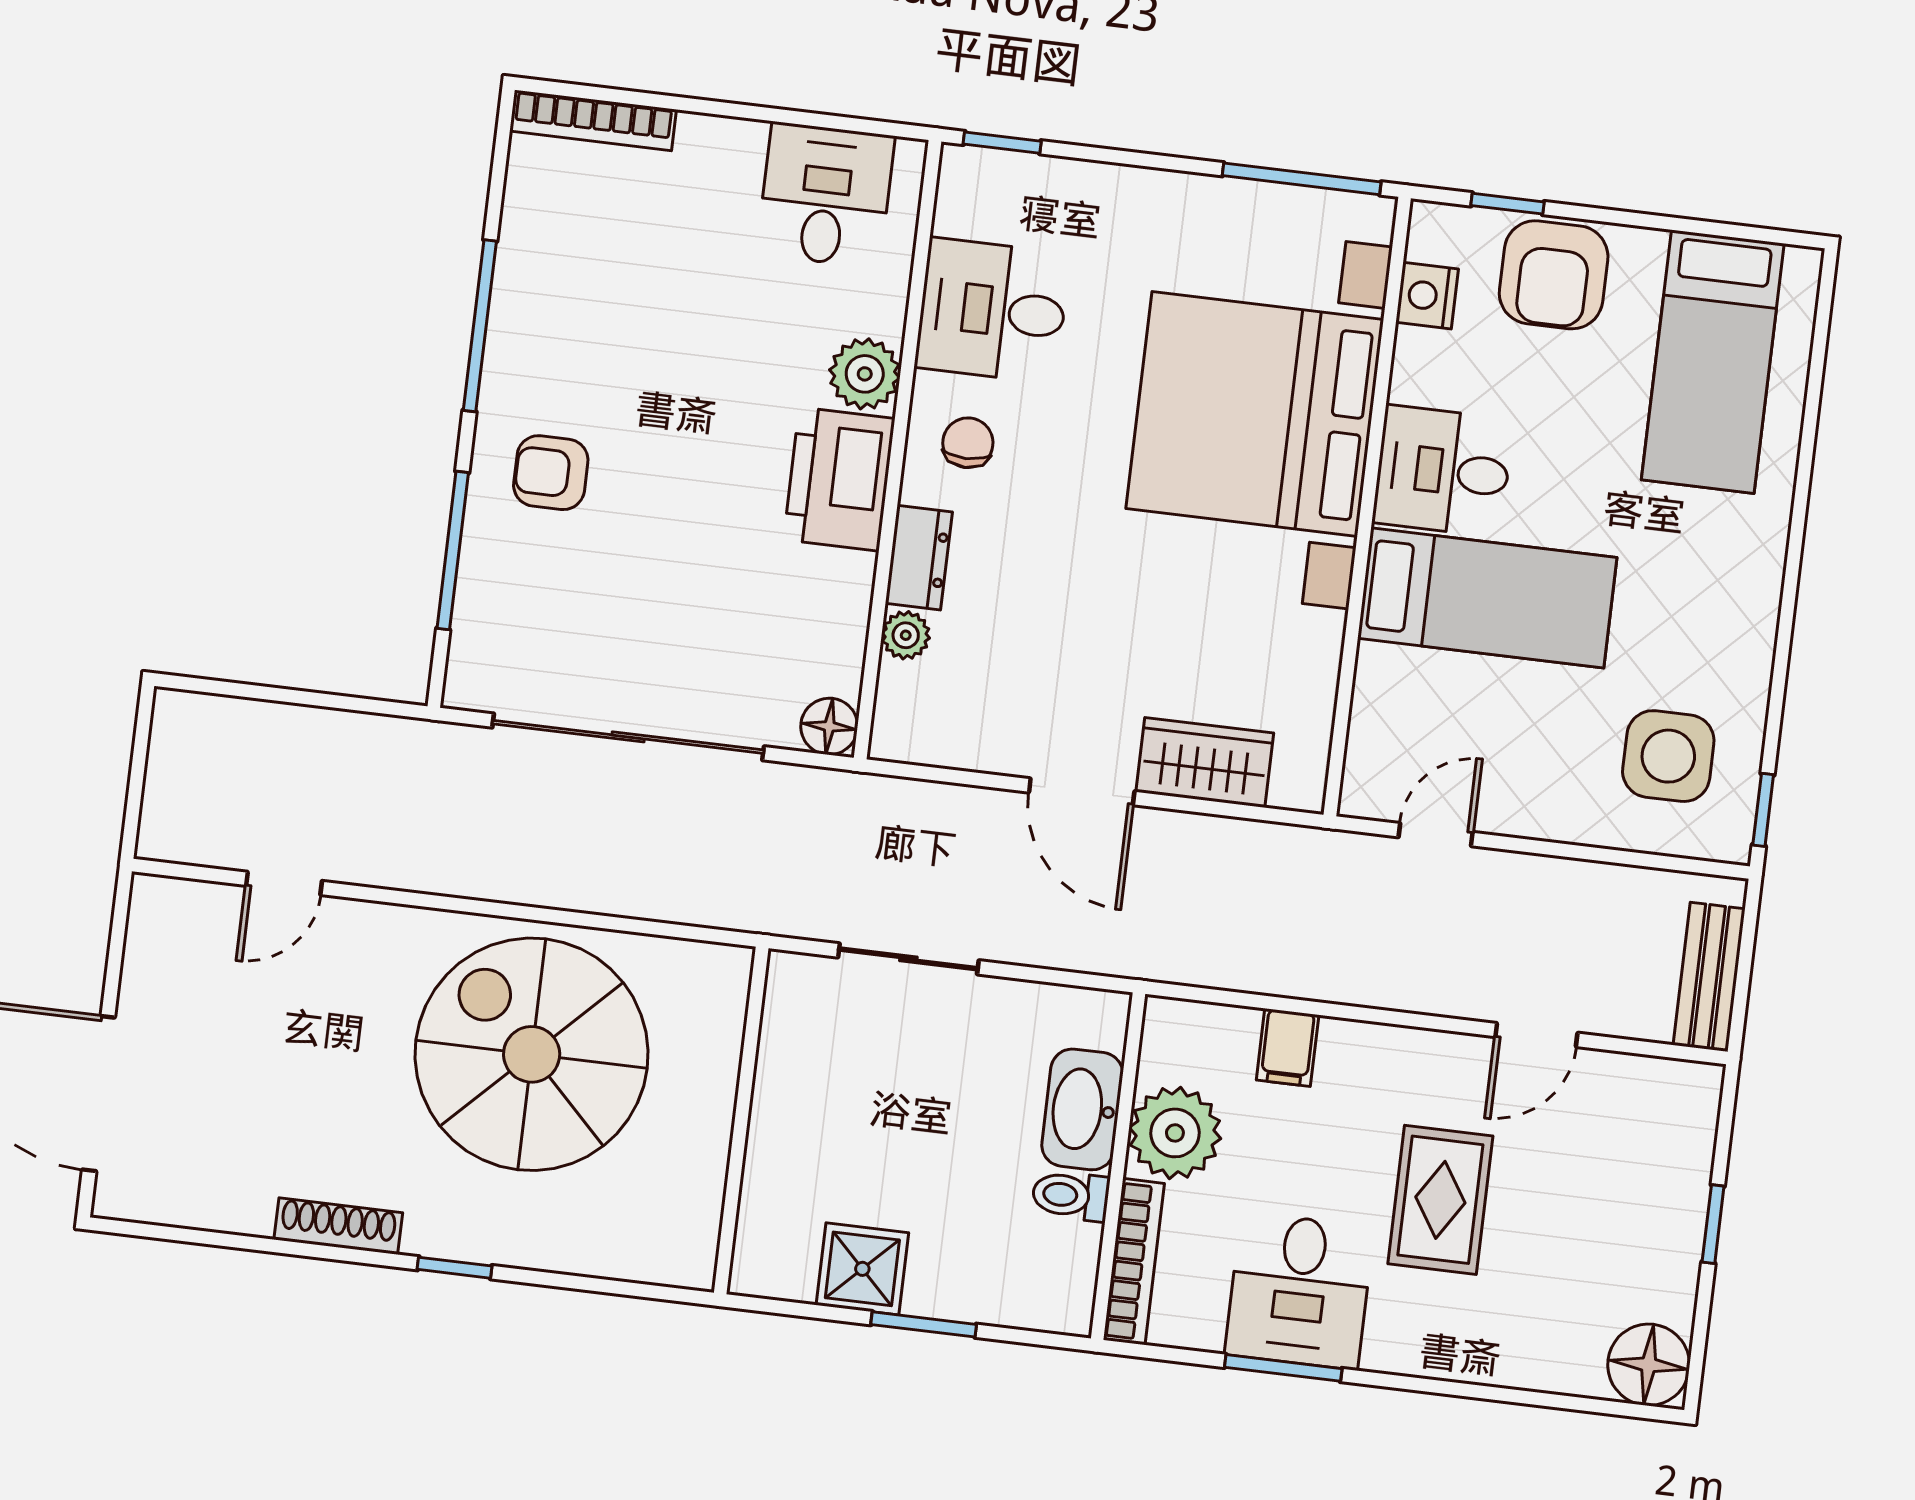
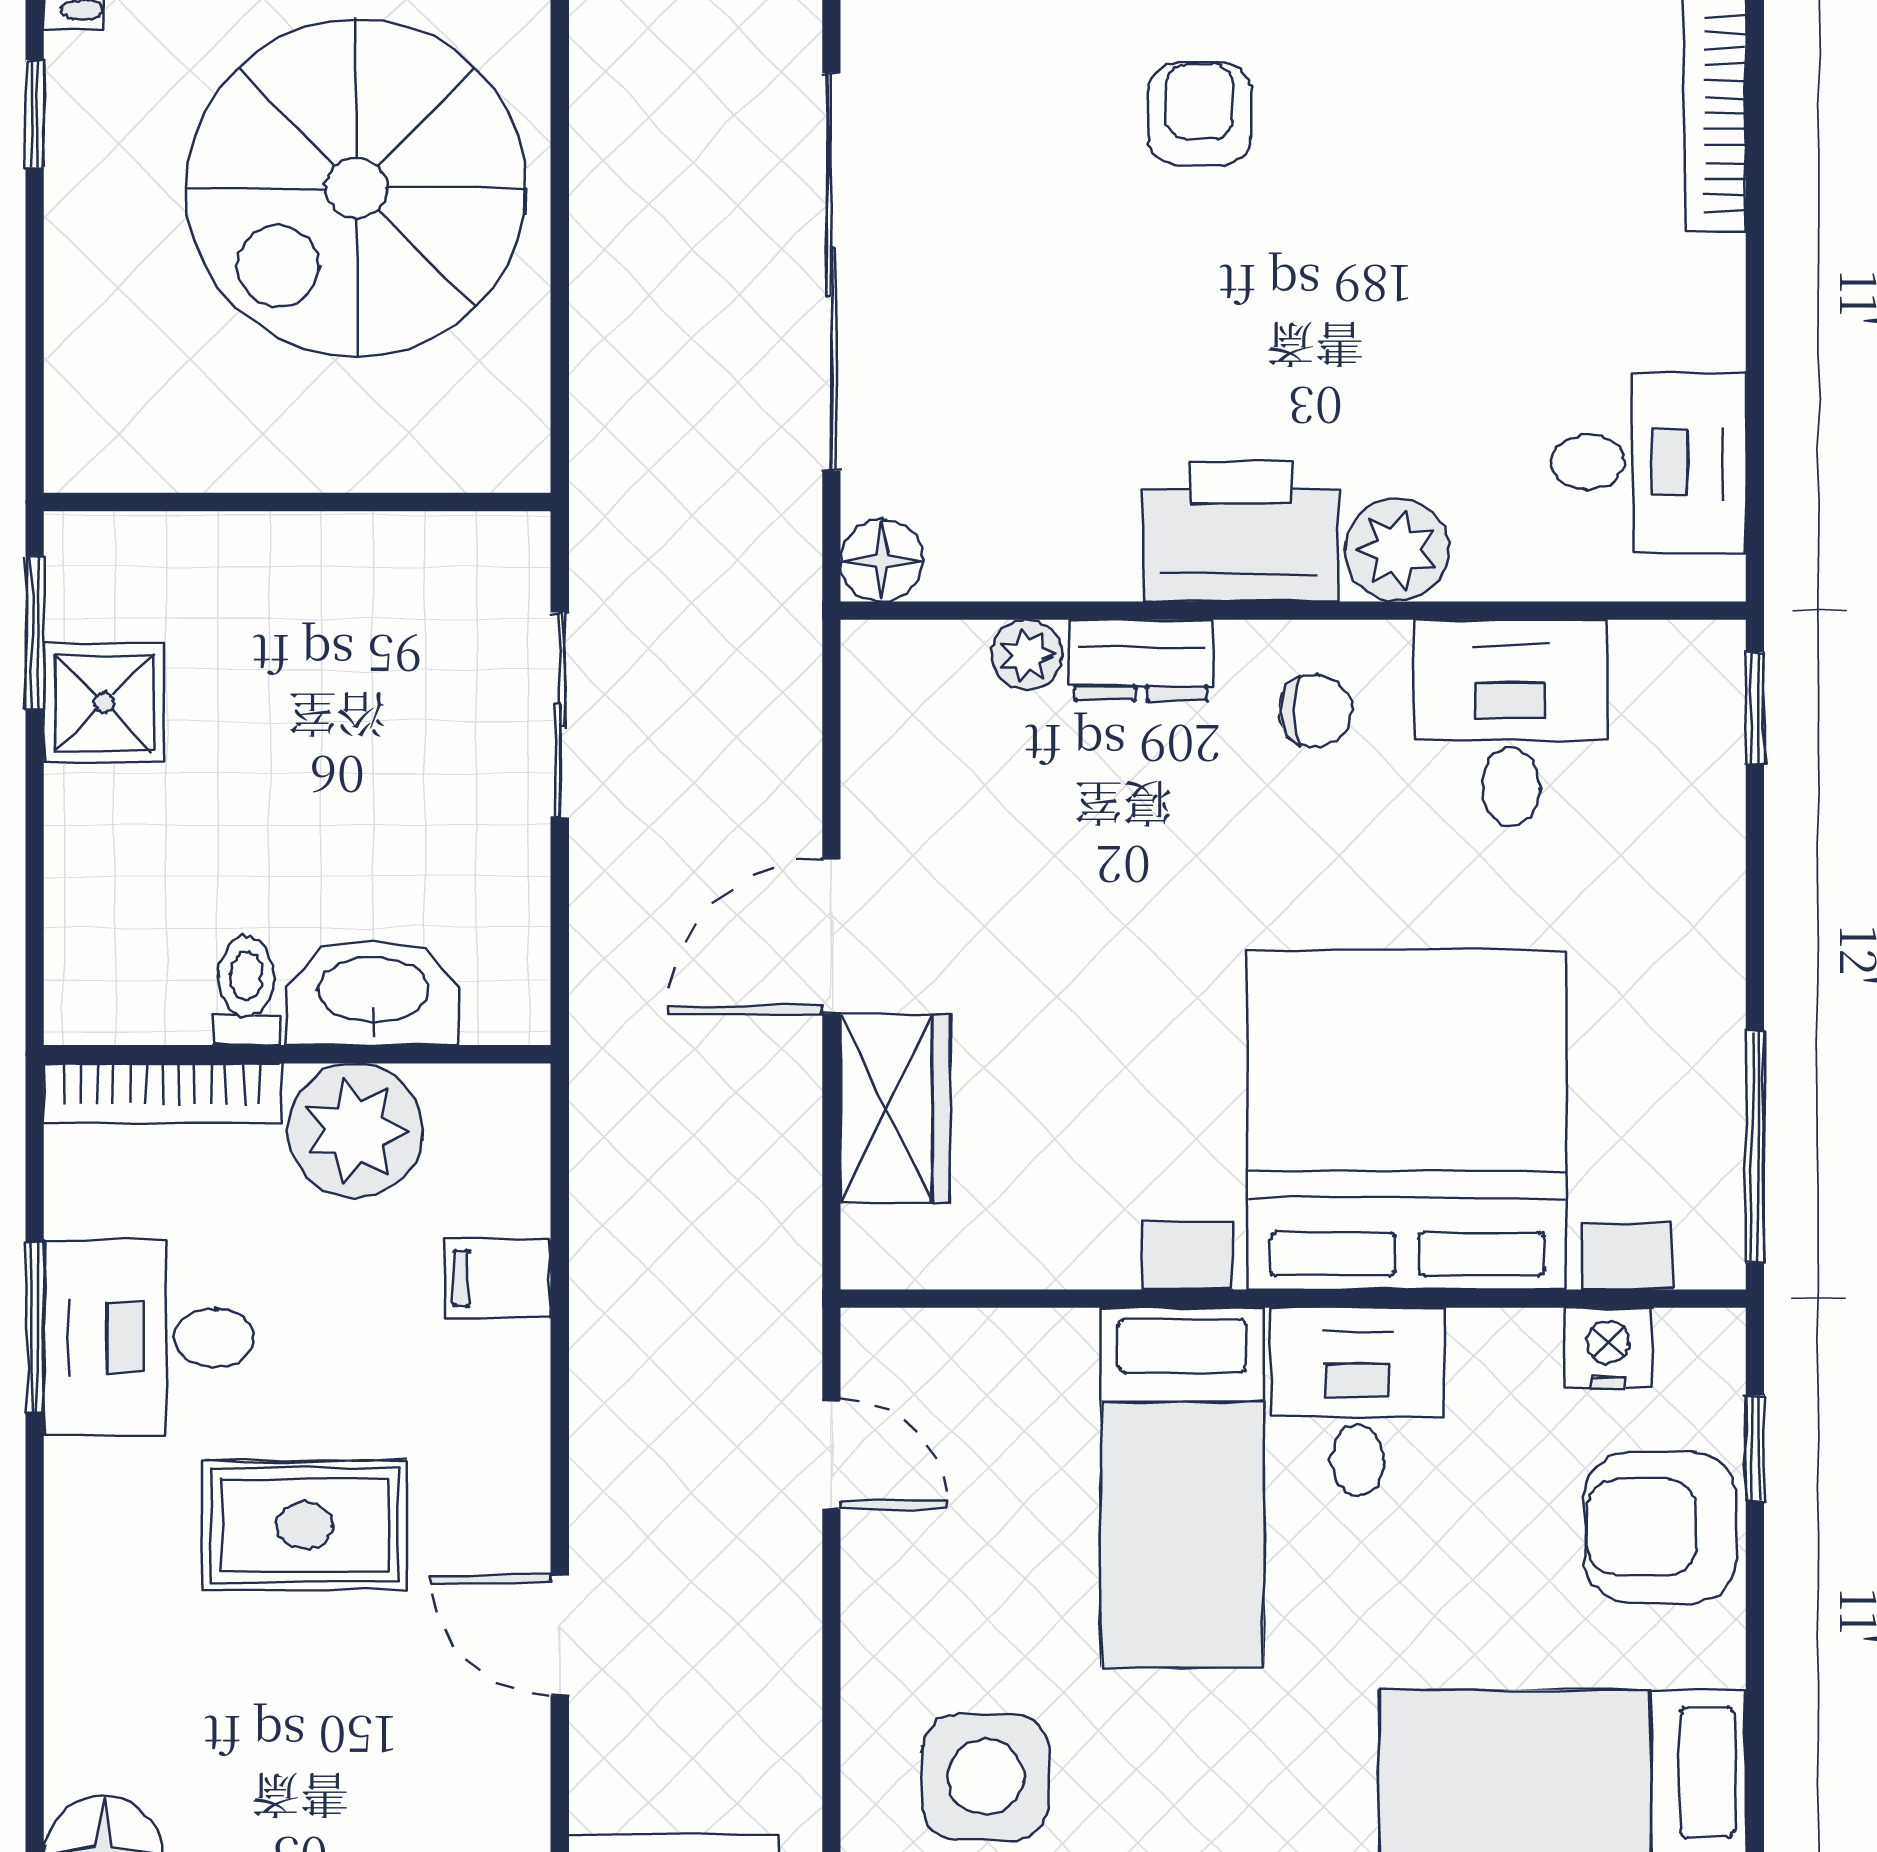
spiral stairs: (532, 1054) -> (356, 188), turned 180
window: (924, 1324) -> (35, 633), moved

